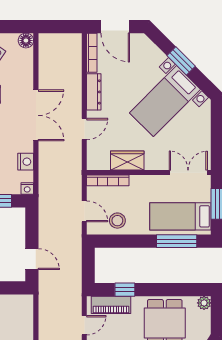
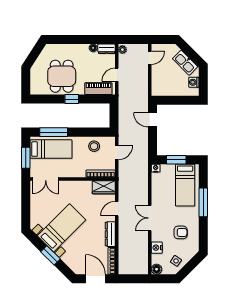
double door: (36, 115) -> (150, 218), width x0.73
wardrobe: (127, 161) -> (104, 187), moved
nightstand: (26, 162) -> (157, 248), moved
door: (84, 211) -> (117, 152), swing flipped
window: (125, 290) -> (72, 99), moved
plant: (204, 303) -> (35, 90), removed

